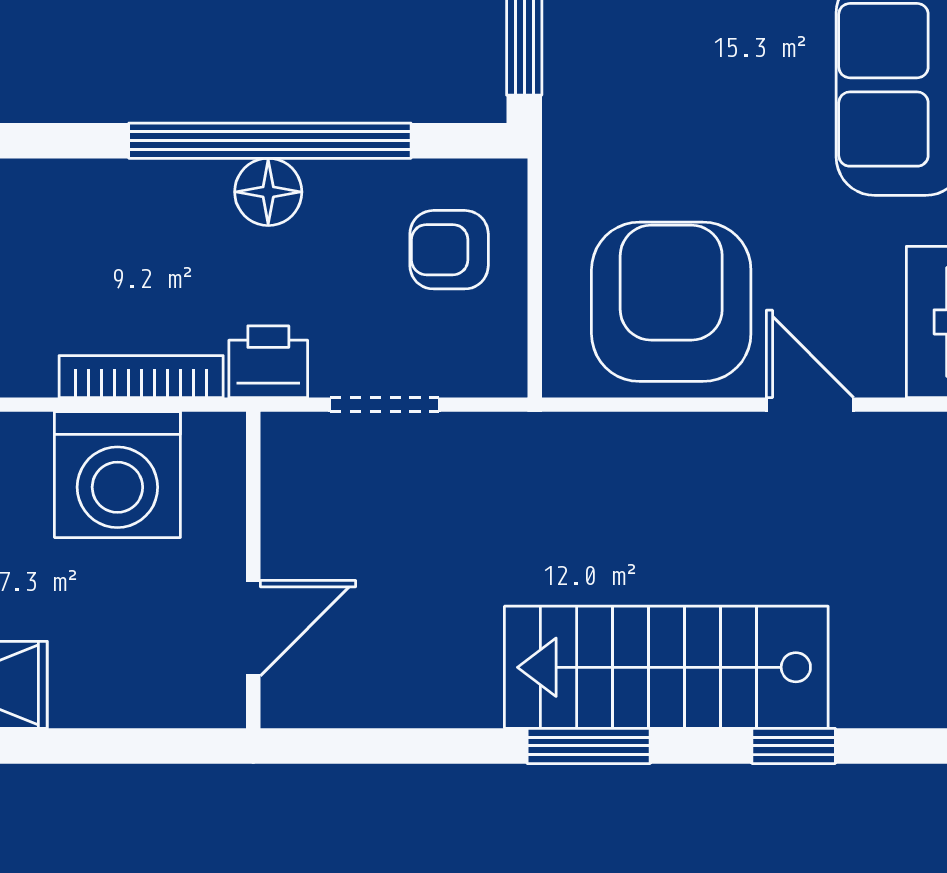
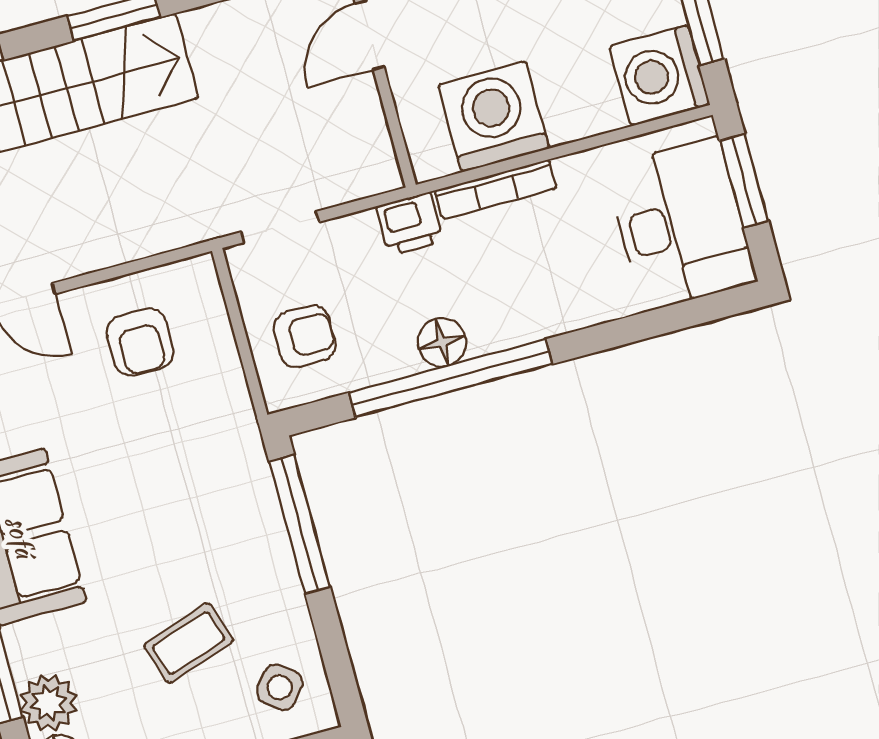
armchair: (671, 302) -> (140, 342), width x0.53, depth x0.53
doorway: (385, 405) -> (280, 227), moved

